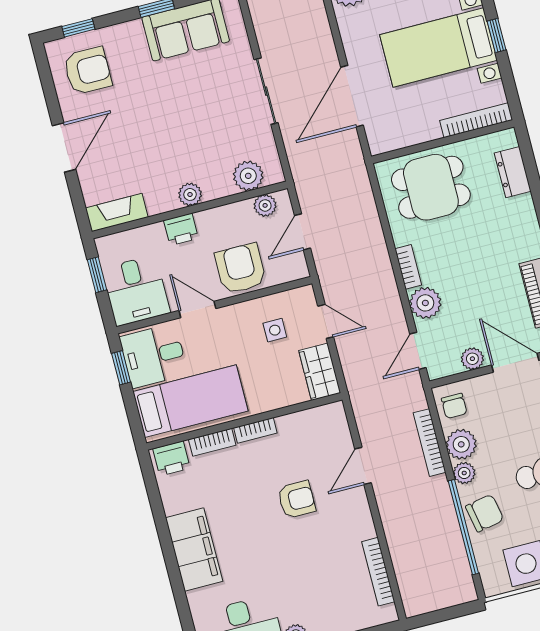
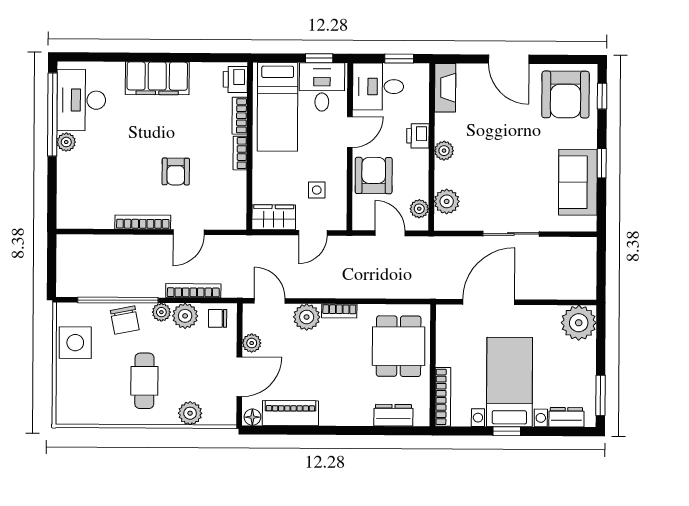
armchair: (88, 71) -> (566, 94), width x1.36, depth x1.36
door: (352, 96) -> (489, 302), hinge flipped
armchair: (241, 269) -> (374, 176), turned -90
door: (363, 466) -> (189, 232), swing flipped
bookcase: (378, 572) -> (143, 222), moved

